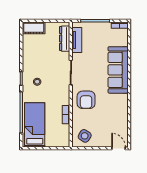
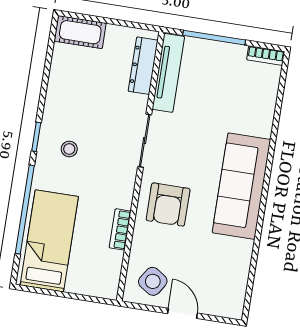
tv unit: (77, 40) -> (168, 73), width x1.41
sofa: (118, 70) -> (241, 186), moved
door: (119, 148) -> (182, 313), moved

